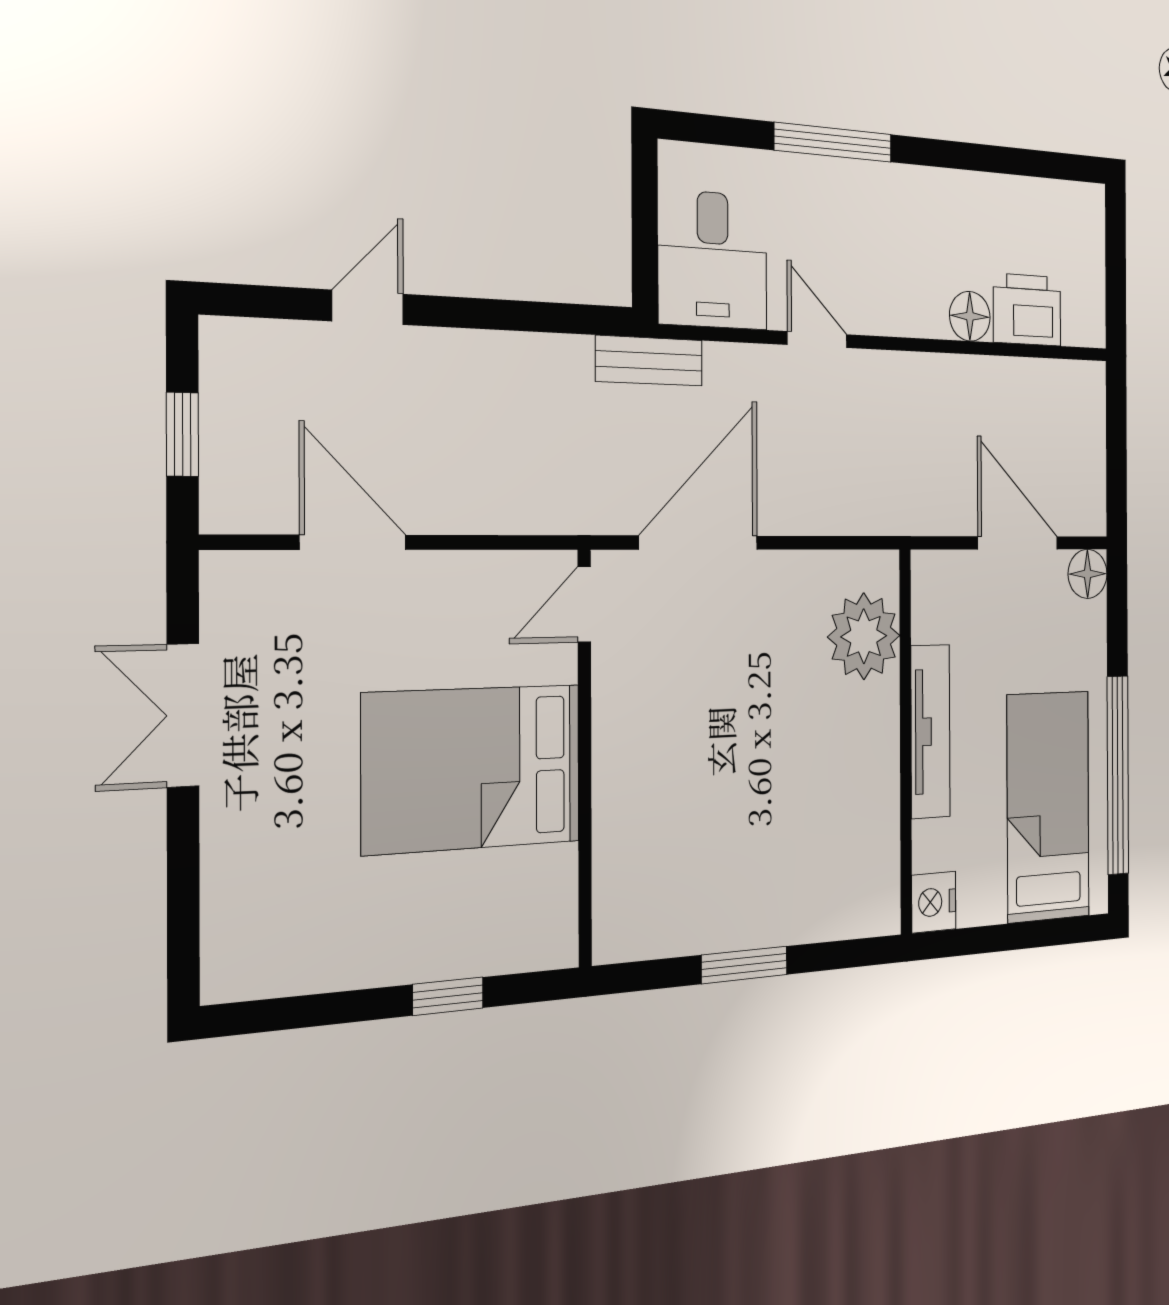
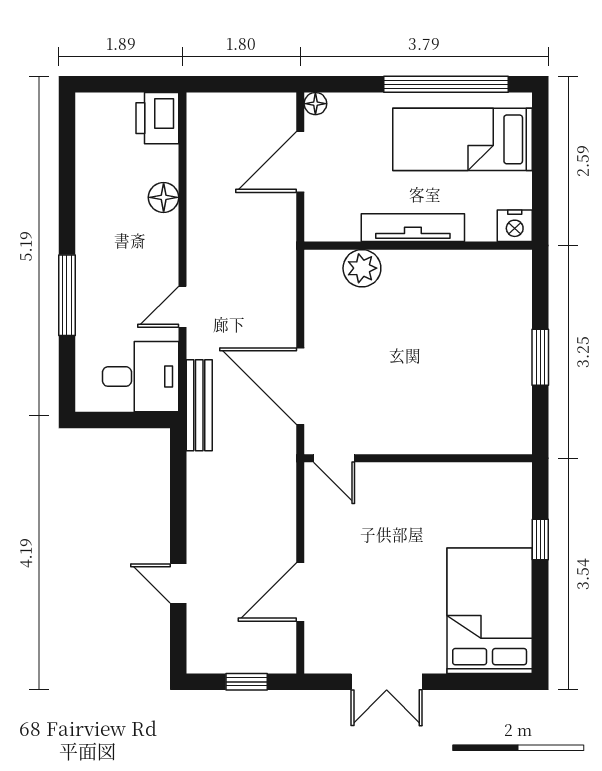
printer: (1027, 310) -> (157, 118), moved
bench: (649, 361) -> (199, 405), width x1.36
floor lamp: (1088, 574) -> (315, 104), width x0.73, depth x0.73
plant: (864, 636) -> (362, 268), width x0.73, depth x0.73
bed: (472, 768) -> (490, 611), moved, turned 180

